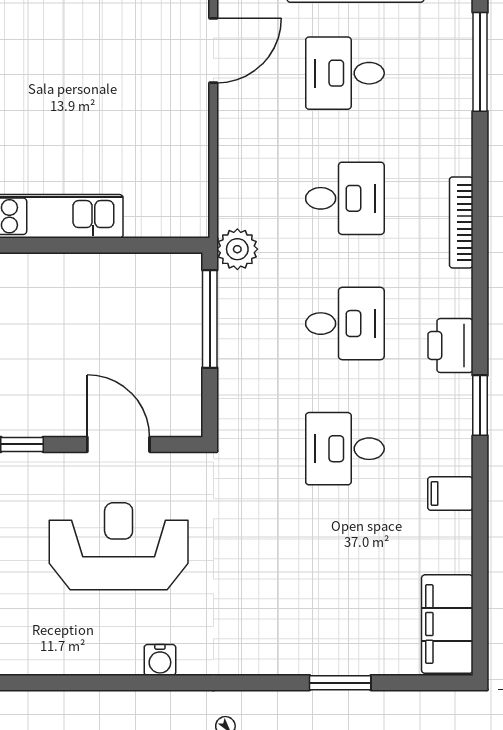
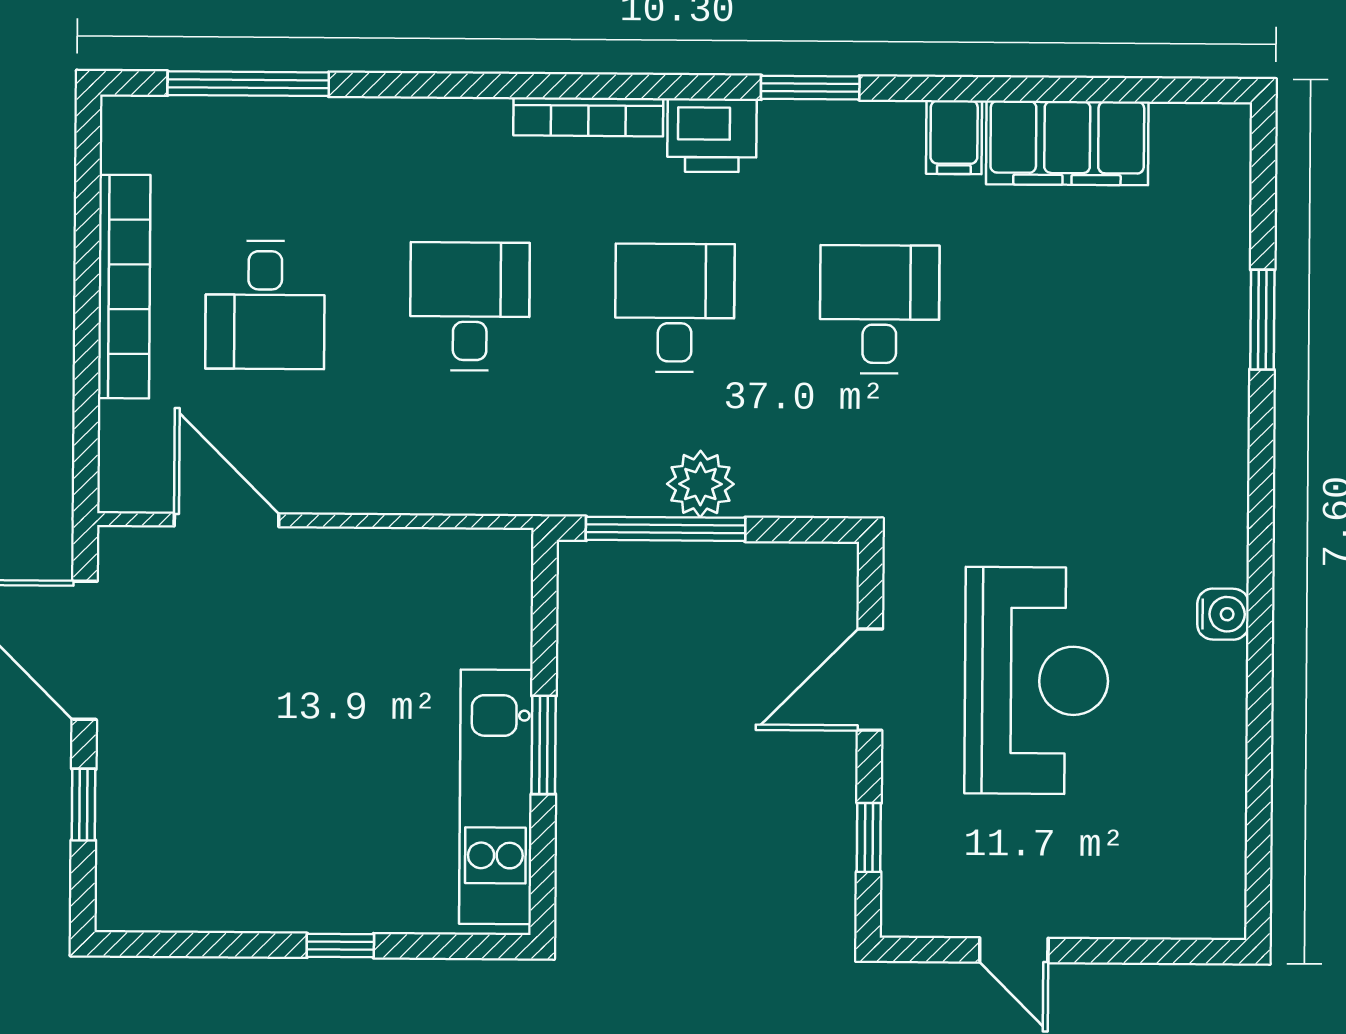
bookcase: (461, 222) -> (588, 117), moved
window: (77, 245) -> (544, 745), added
plant: (237, 249) -> (700, 484), moved
desk: (345, 449) -> (880, 309), turned 180
reception desk: (119, 546) -> (1036, 681), turned 180
filing cabinet: (447, 624) -> (1067, 143), moved

